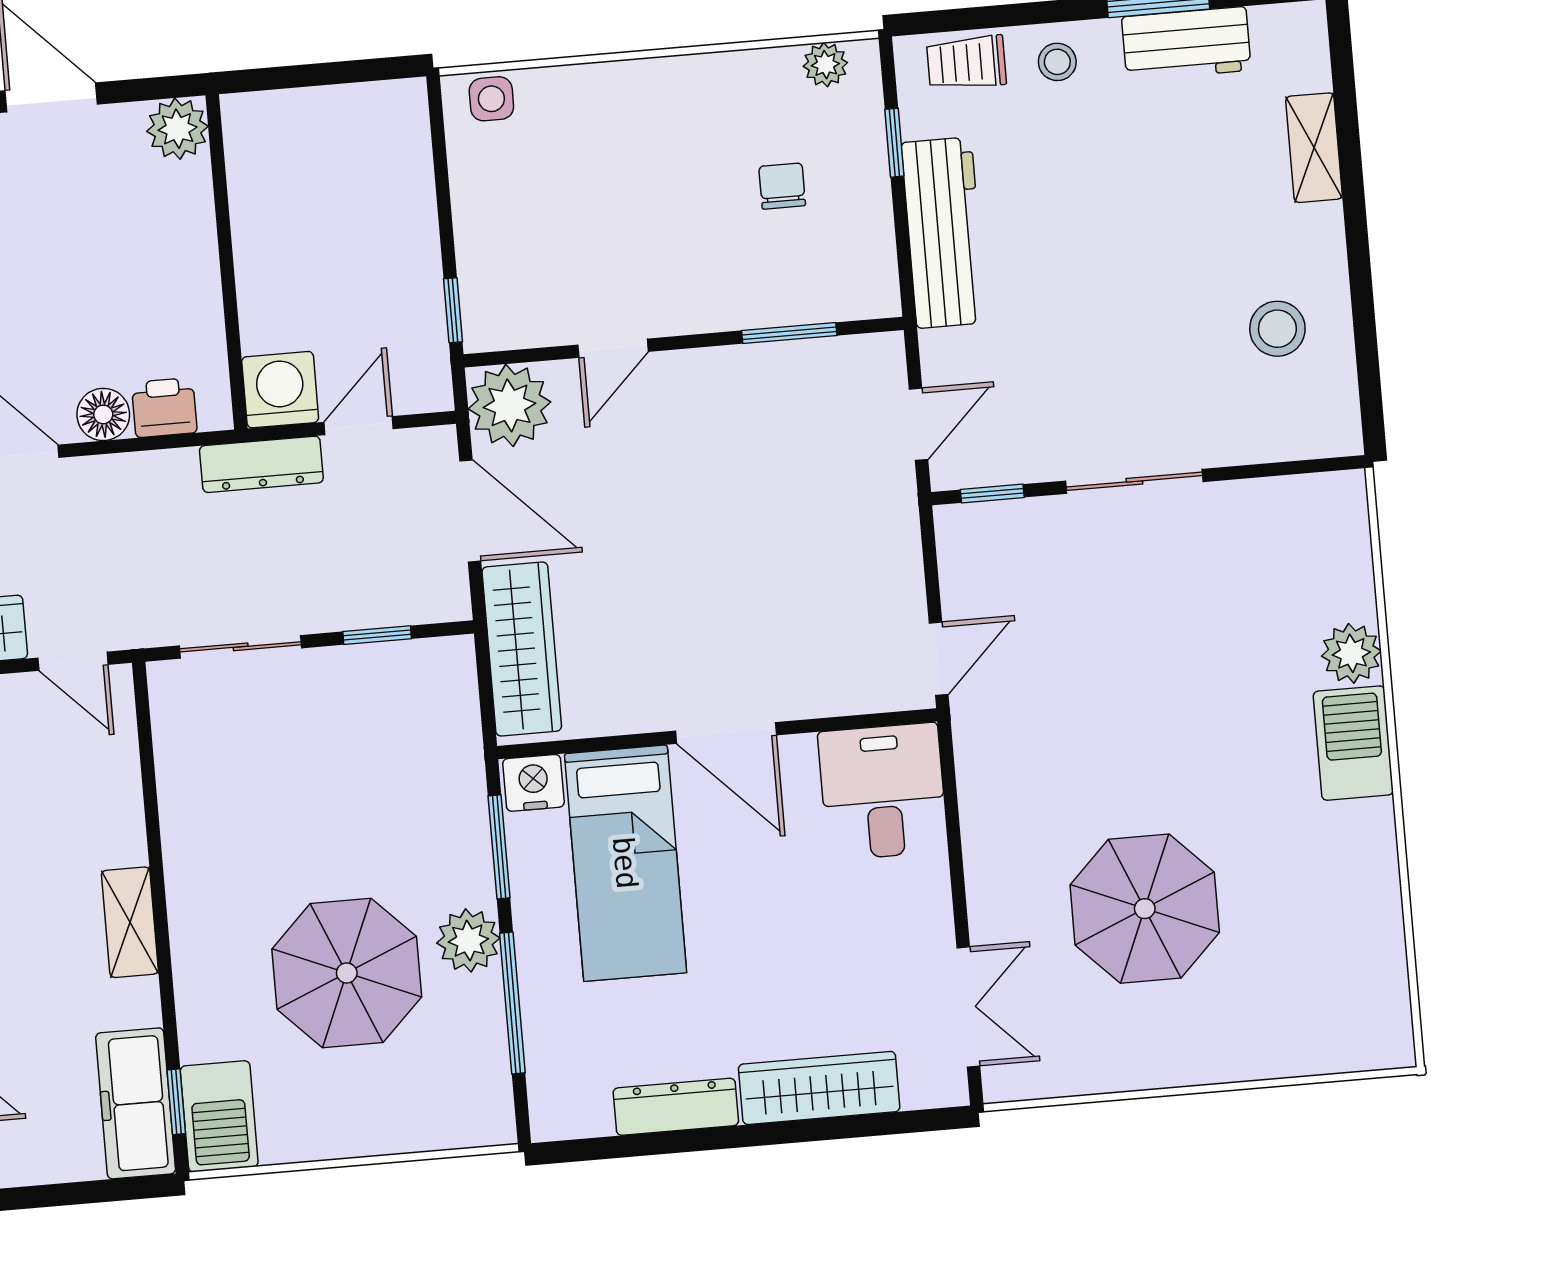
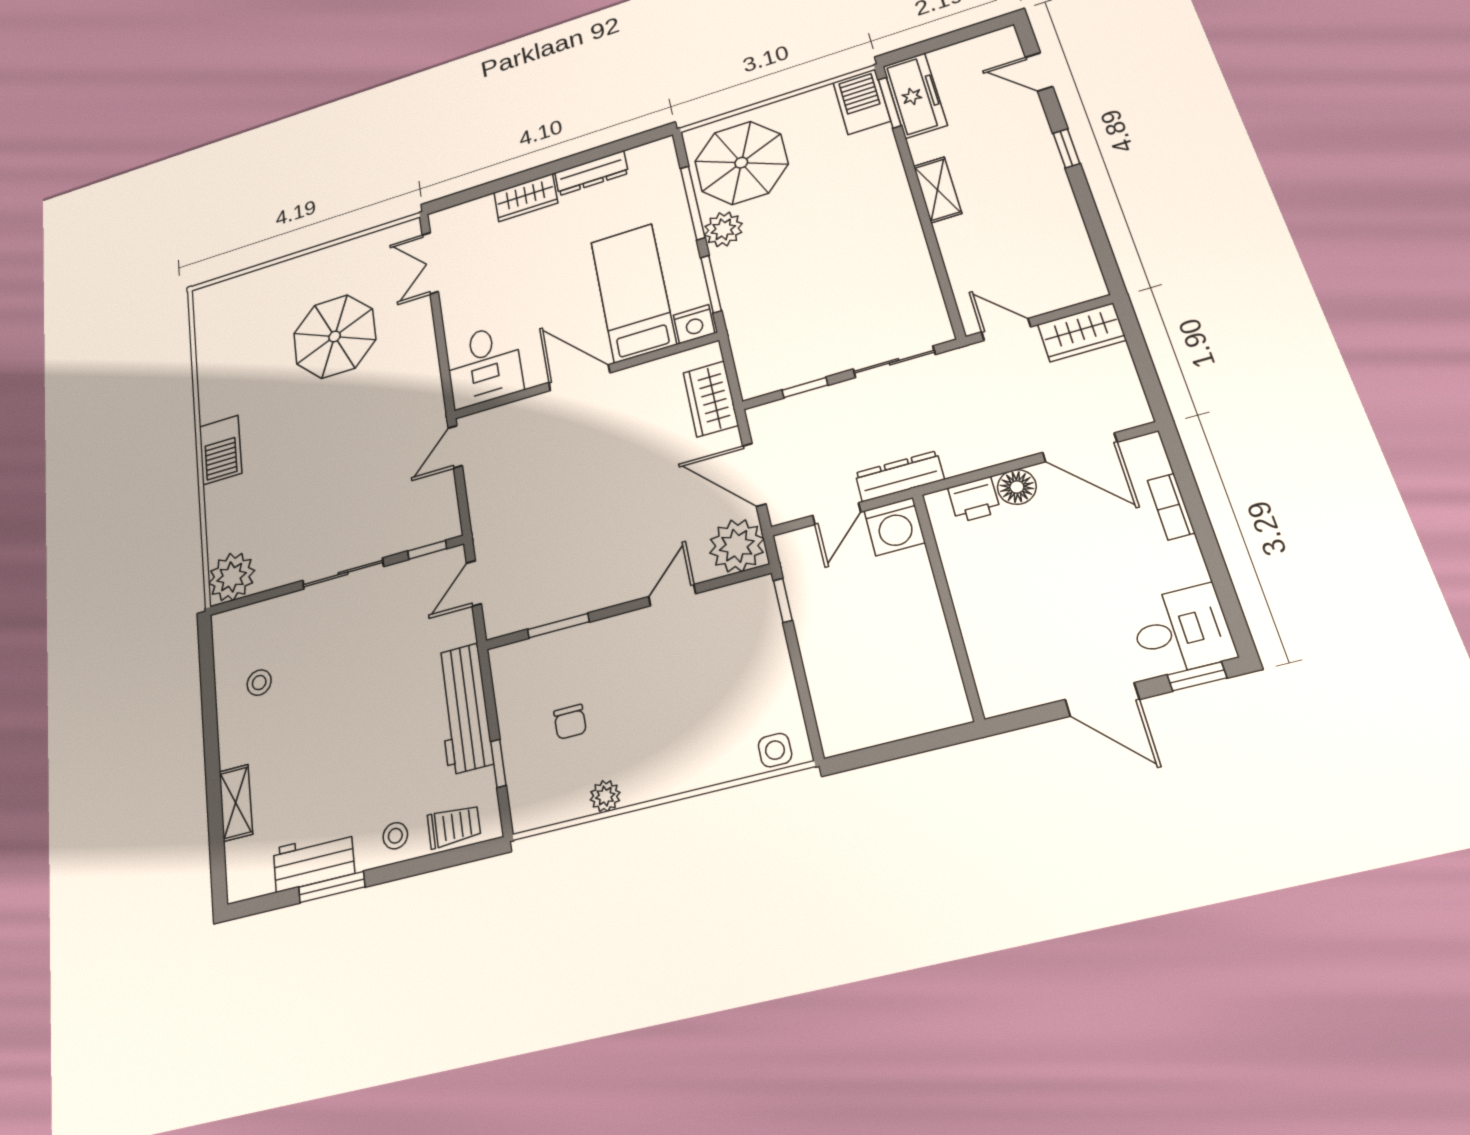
plant: (825, 65) -> (605, 796), moved
plant: (178, 129) -> (1001, 692), removed
stool: (1277, 329) -> (259, 683), width x0.73, depth x0.73
wardrobe: (522, 649) -> (711, 399), width x0.67
plant: (1351, 653) -> (232, 577), moved, width x1.36, depth x1.36
parasol: (347, 973) -> (741, 163), moved
wardrobe: (819, 1088) -> (526, 198), width x0.67
window: (176, 1102) -> (890, 103), width x1.50

